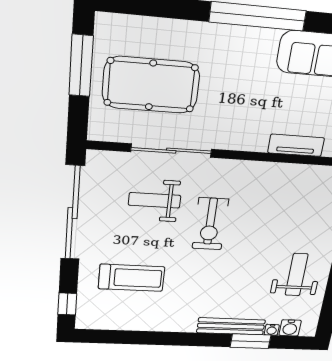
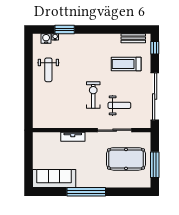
tv unit: (296, 145) -> (73, 137), moved
bench: (231, 326) -> (133, 38), moved, width x0.73

